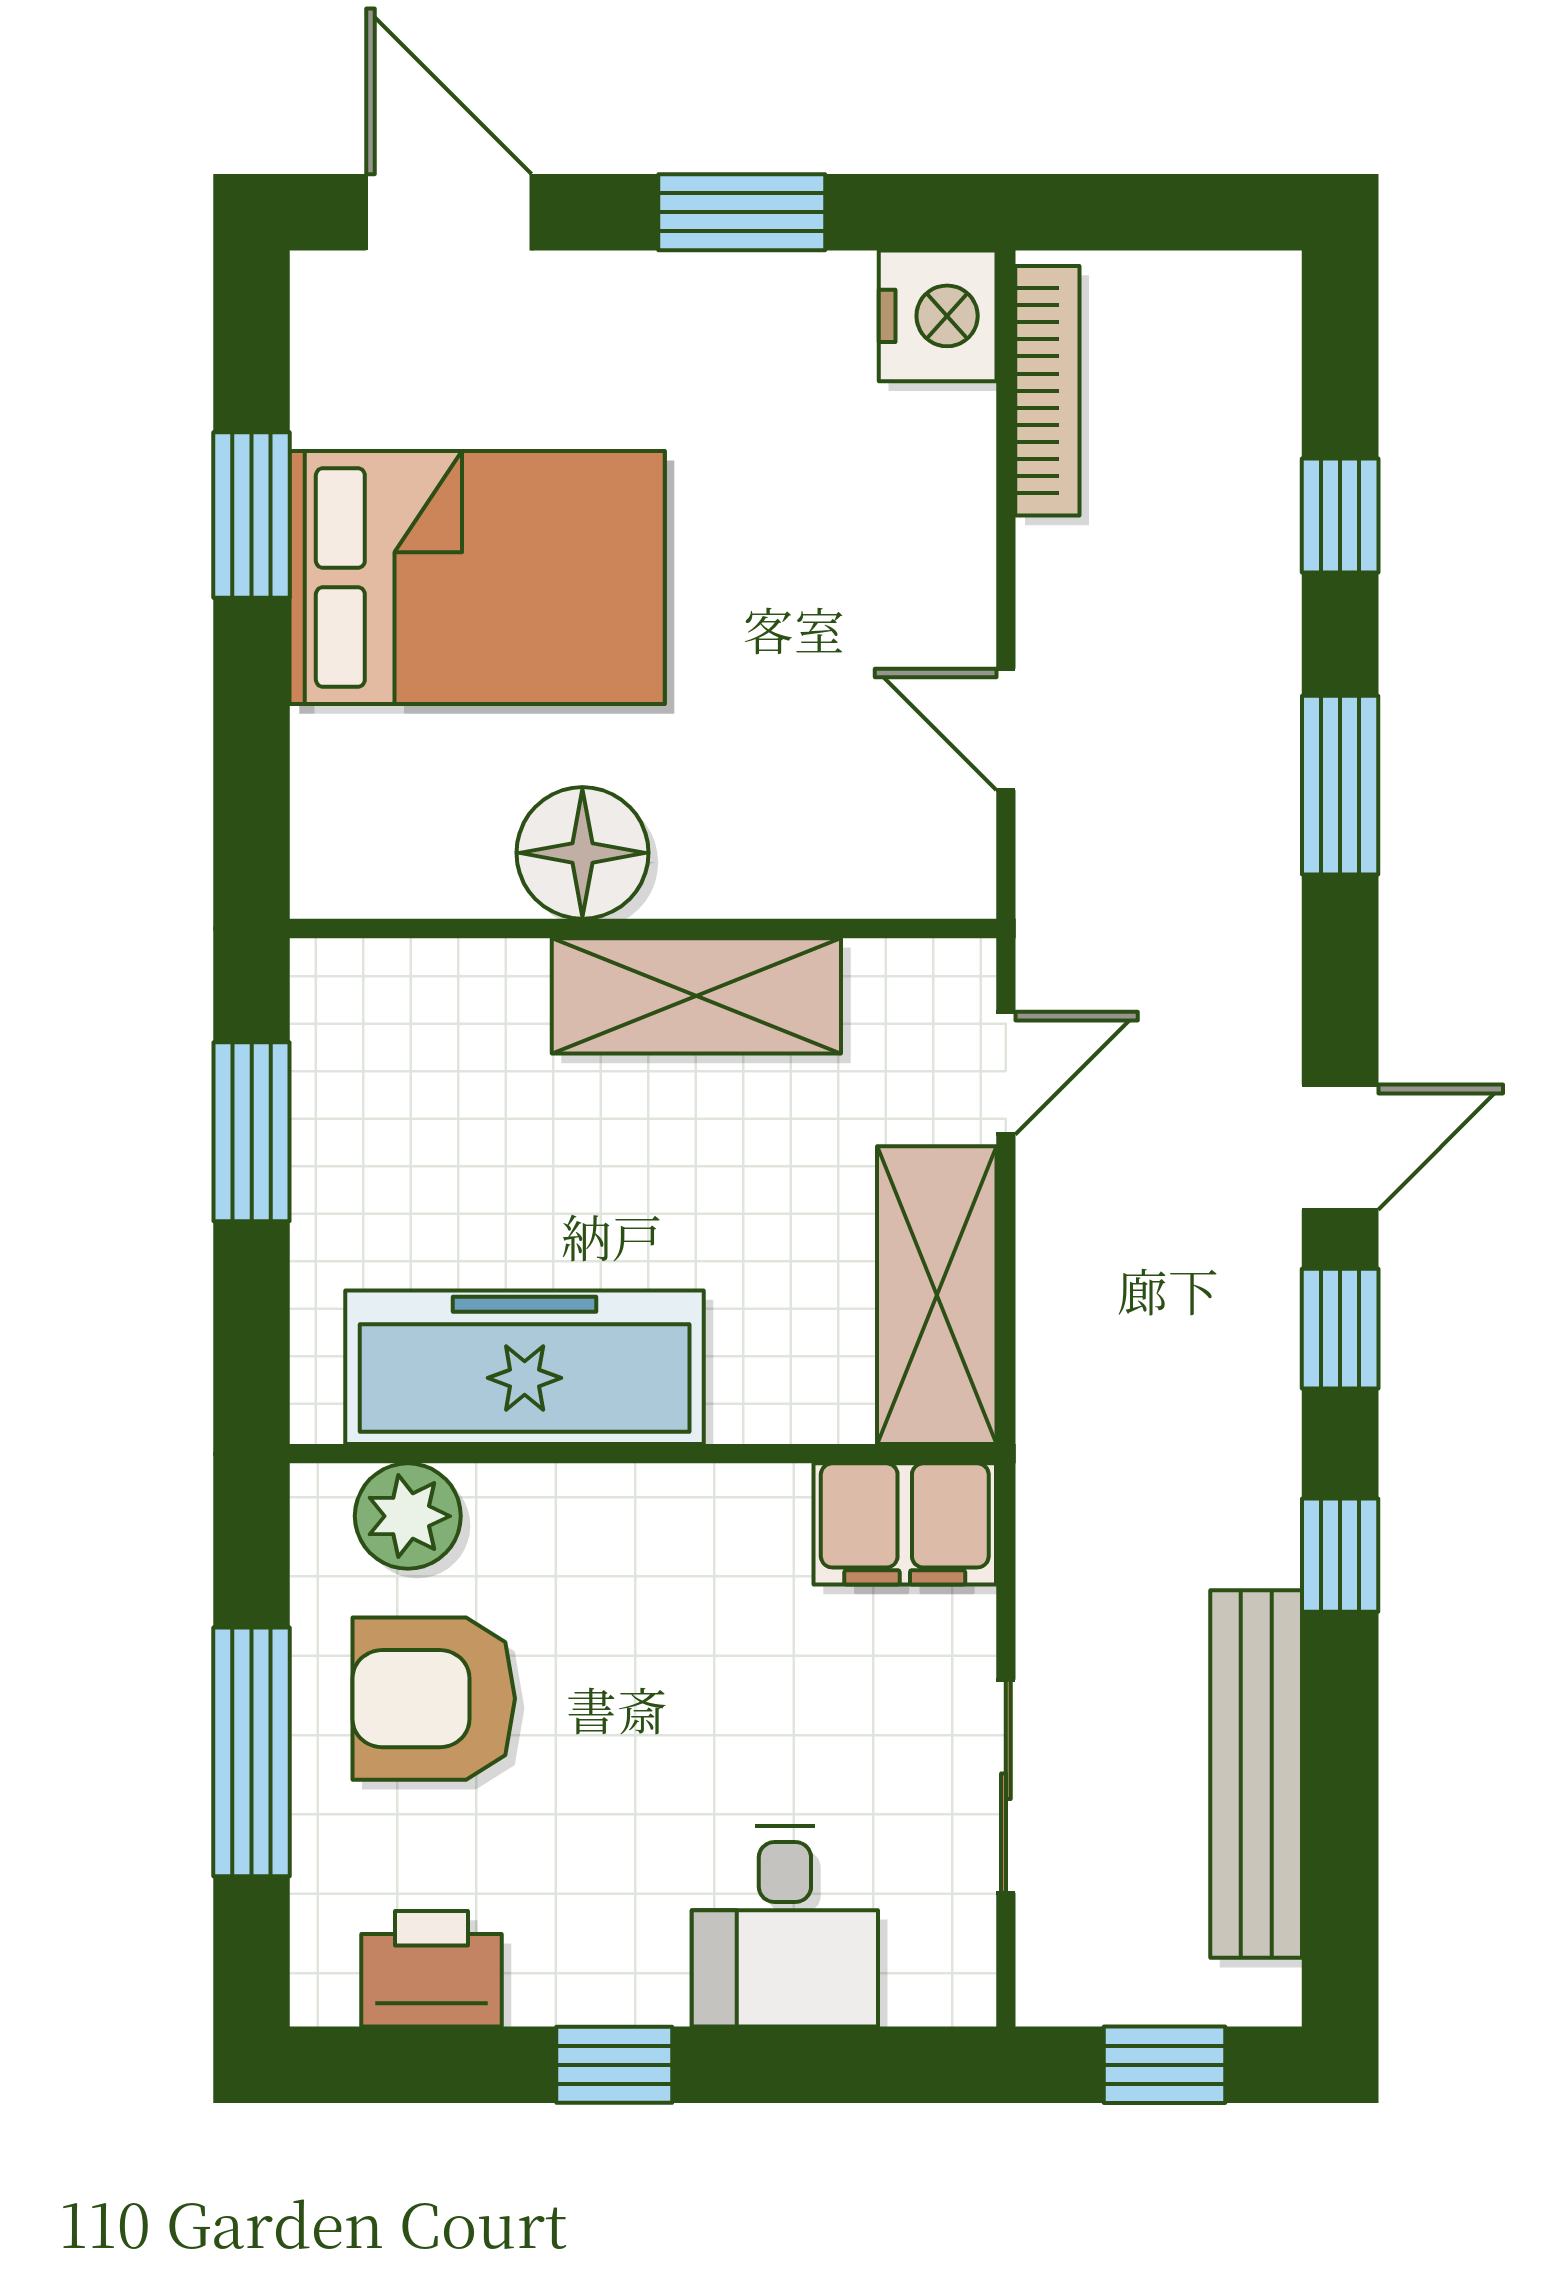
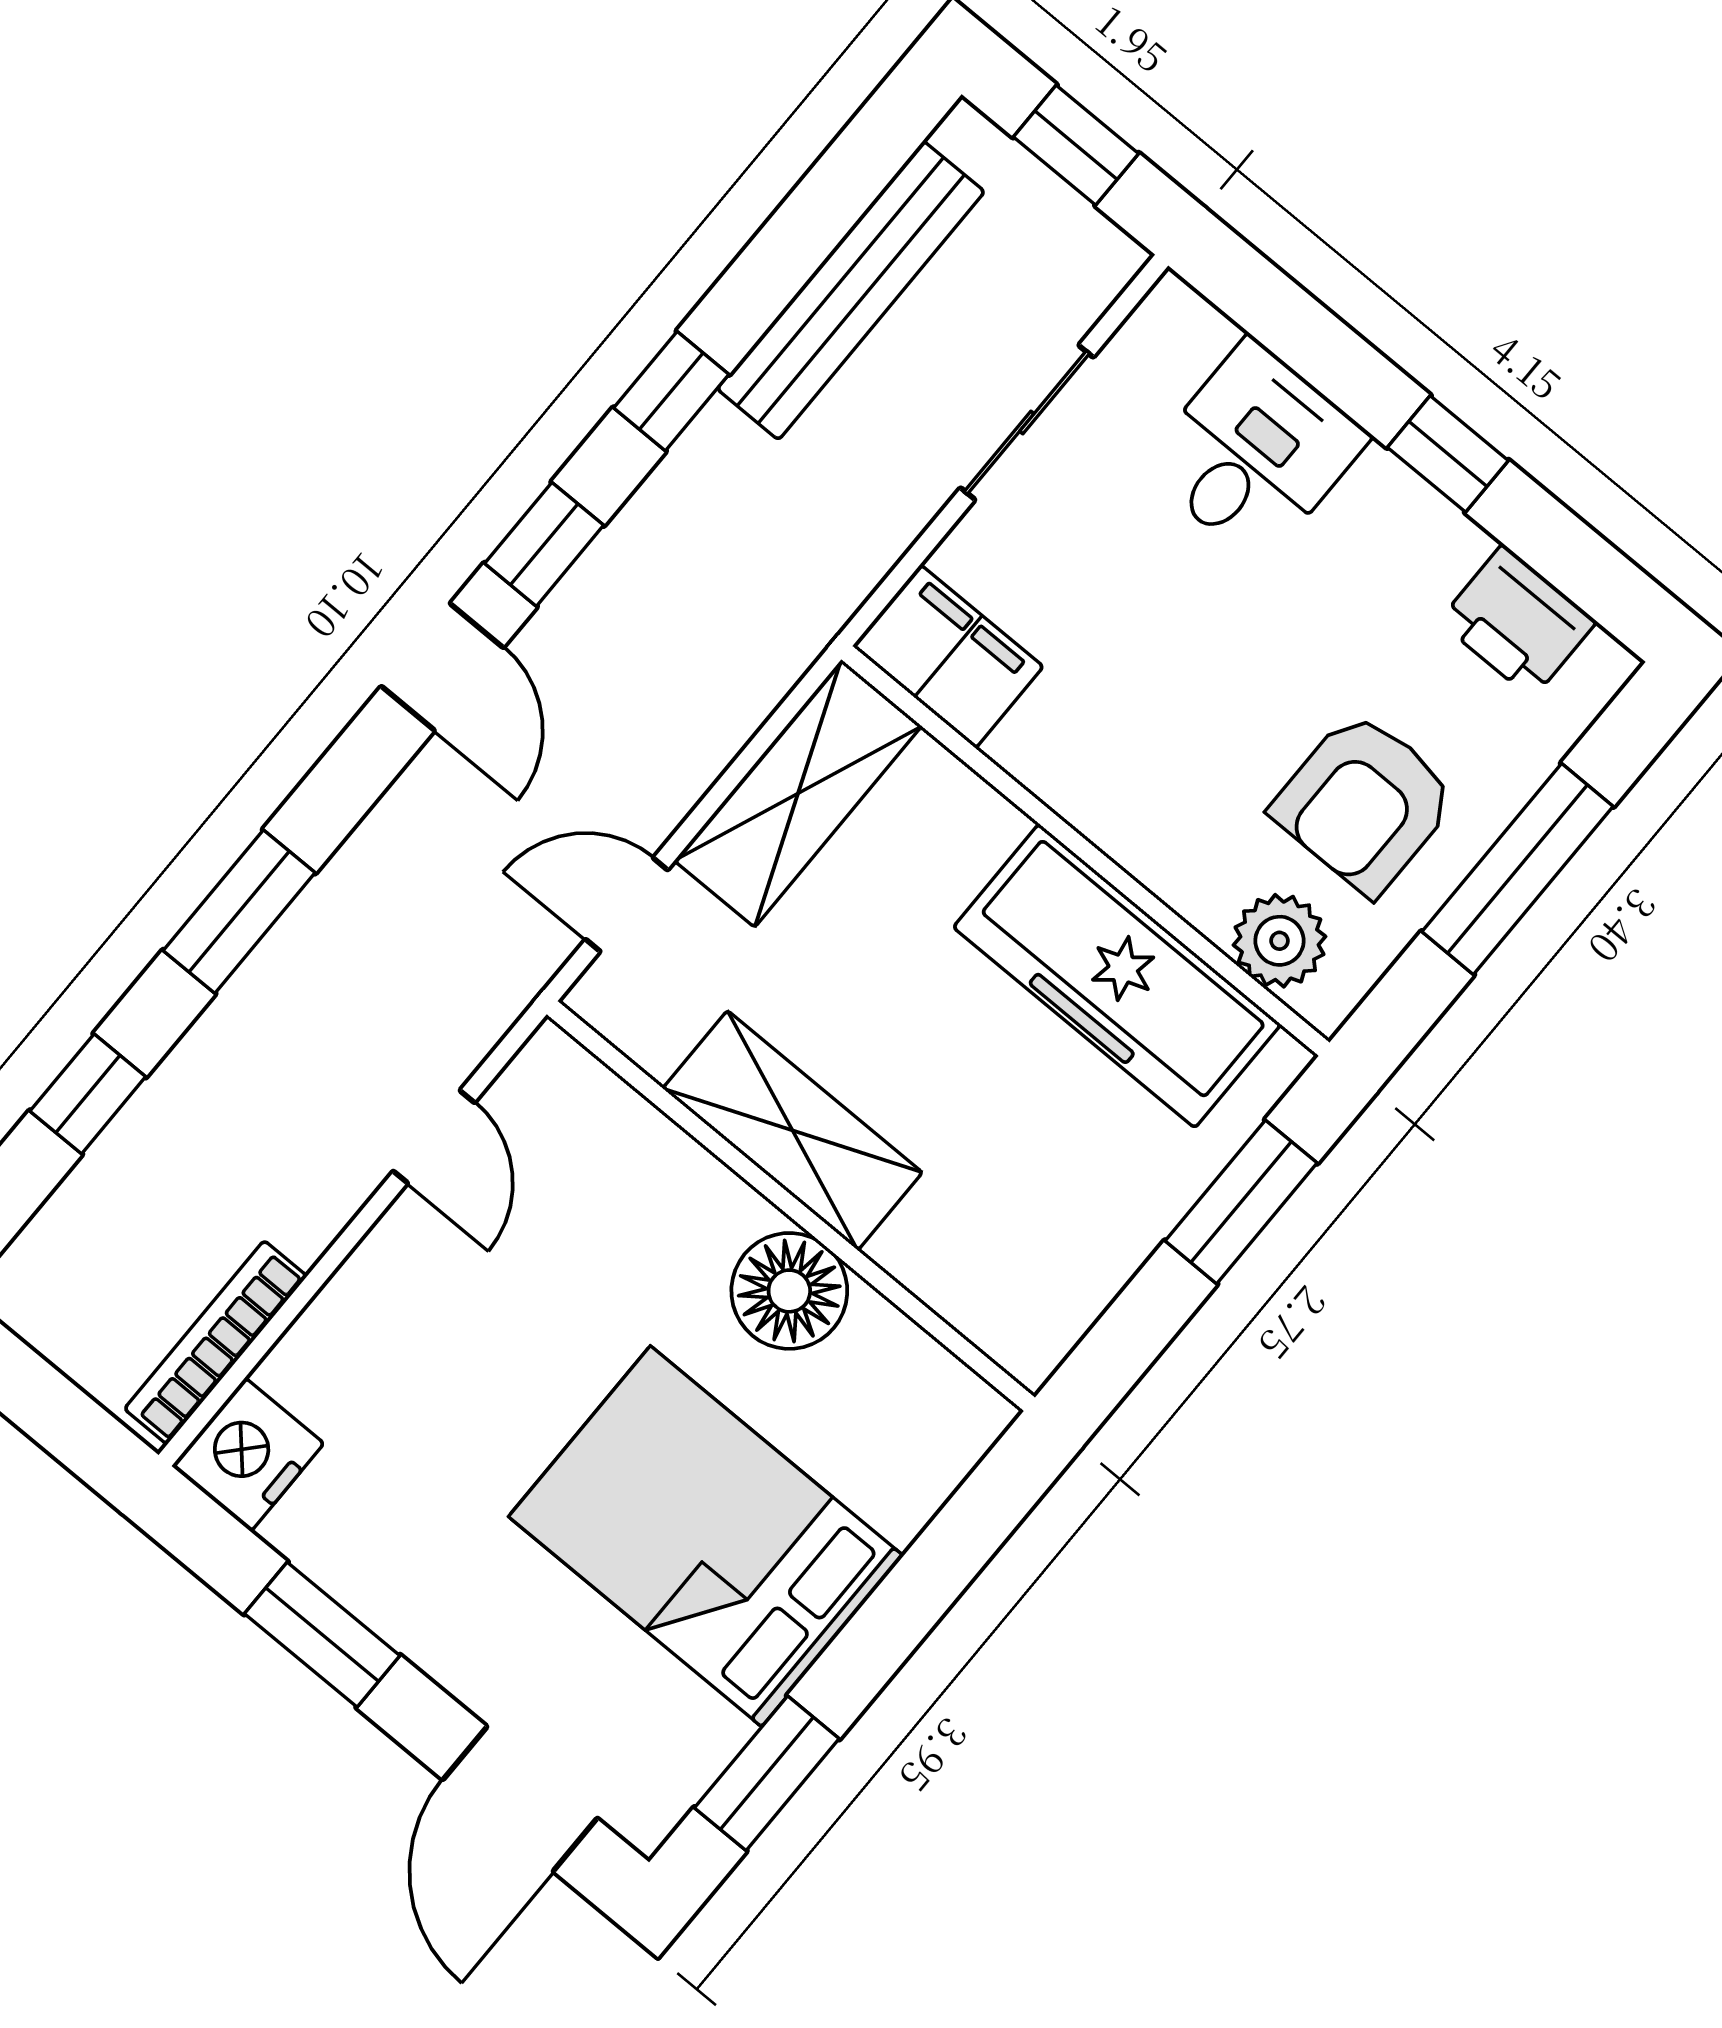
window: (252, 515) -> (767, 1773), moved
window: (252, 1132) -> (1241, 1202), moved
door: (1340, 1147) -> (442, 667), swing flipped
armchair: (434, 1699) -> (1364, 803), turned 90

